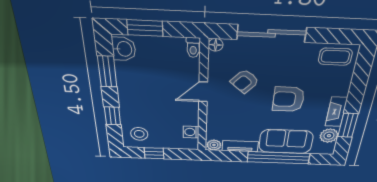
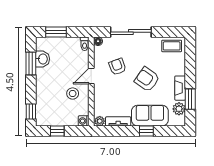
washbasin: (124, 49) -> (43, 59), moved
armchair: (245, 81) -> (117, 67), turned 118
armchair: (288, 99) -> (147, 79), turned 35
window: (113, 116) -> (31, 112), moved
washing machine: (191, 132) -> (84, 121), moved
stool: (139, 134) -> (73, 94), moved
window: (278, 158) -> (146, 131), width x0.32

